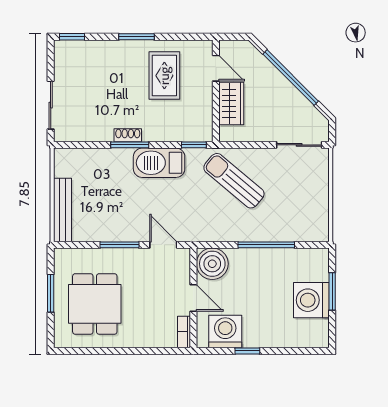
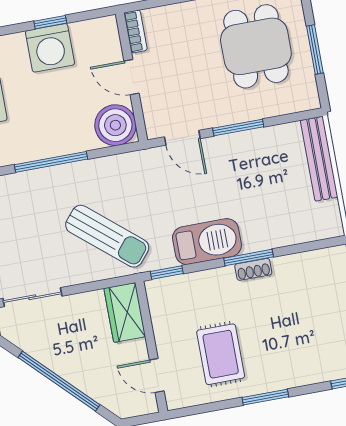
wardrobe: (231, 104) -> (125, 312), moved
washing machine: (225, 331) -> (50, 48), moved

